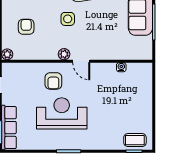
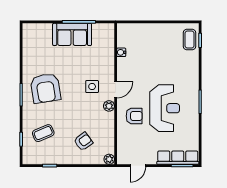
side table: (68, 19) -> (92, 87), moved
armchair: (26, 27) -> (83, 141), turned 144
reception desk: (62, 113) -> (165, 108), turned 180

